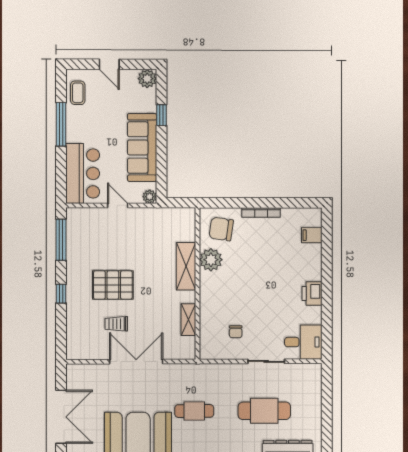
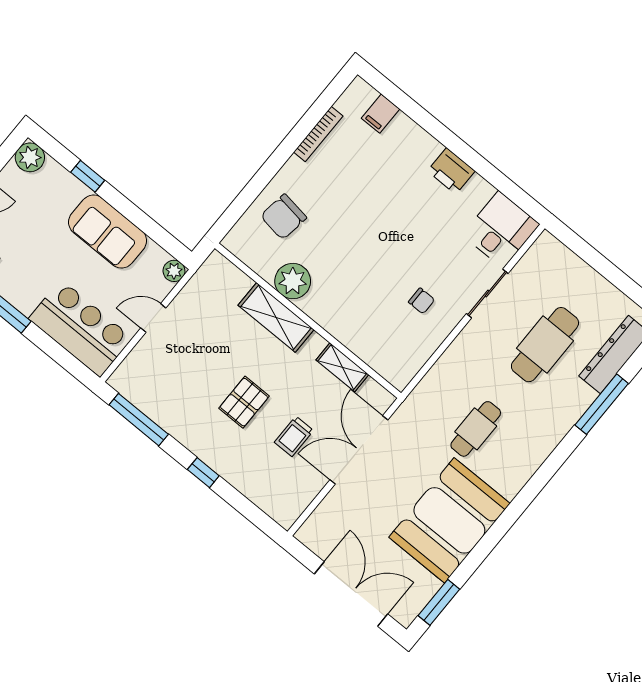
sofa: (142, 147) -> (108, 232), width x0.73
bookcase: (261, 212) -> (318, 134), moved
plant: (211, 260) -> (293, 281), moved
shelving: (186, 266) -> (276, 317), moved
wall: (197, 284) -> (308, 321), moved
pallet: (113, 285) -> (244, 402), width x0.67, depth x0.71
shelving: (188, 320) -> (342, 367), moved

